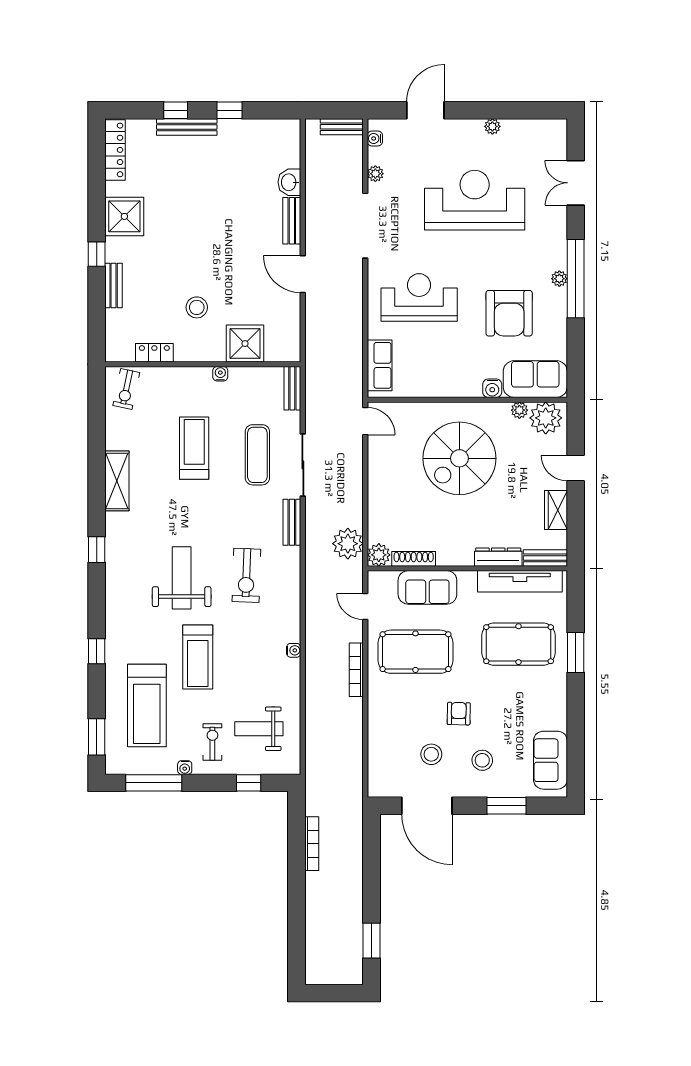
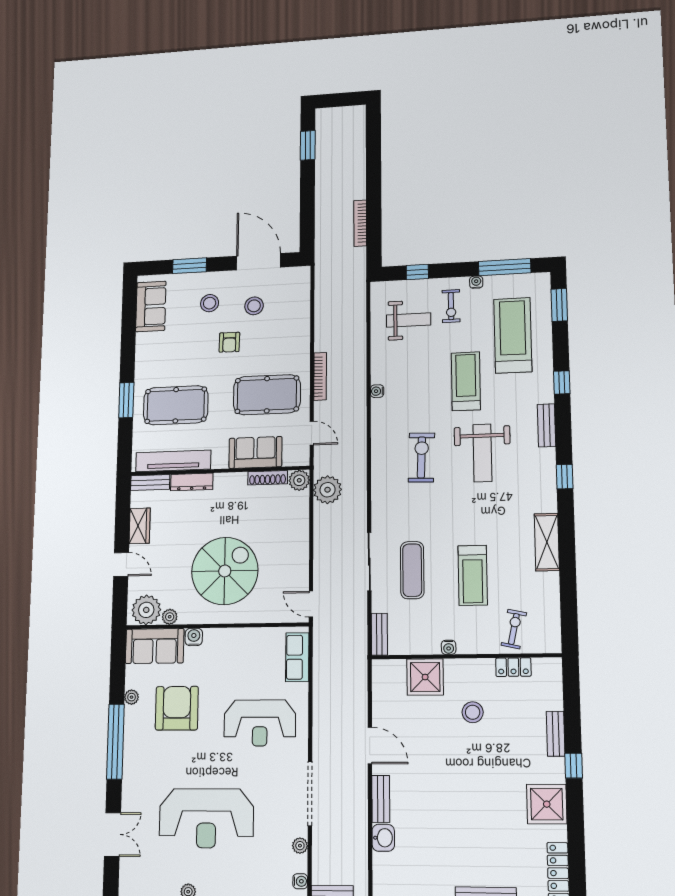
plant: (559, 279) -> (132, 697), moved
exercise bike: (126, 389) -> (514, 629), moved
bench: (292, 522) -> (546, 425), moved

